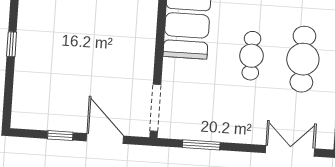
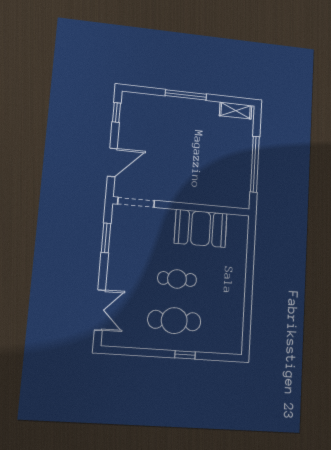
window: (12, 44) -> (186, 95), width x2.17
window: (60, 136) -> (117, 112), moved

